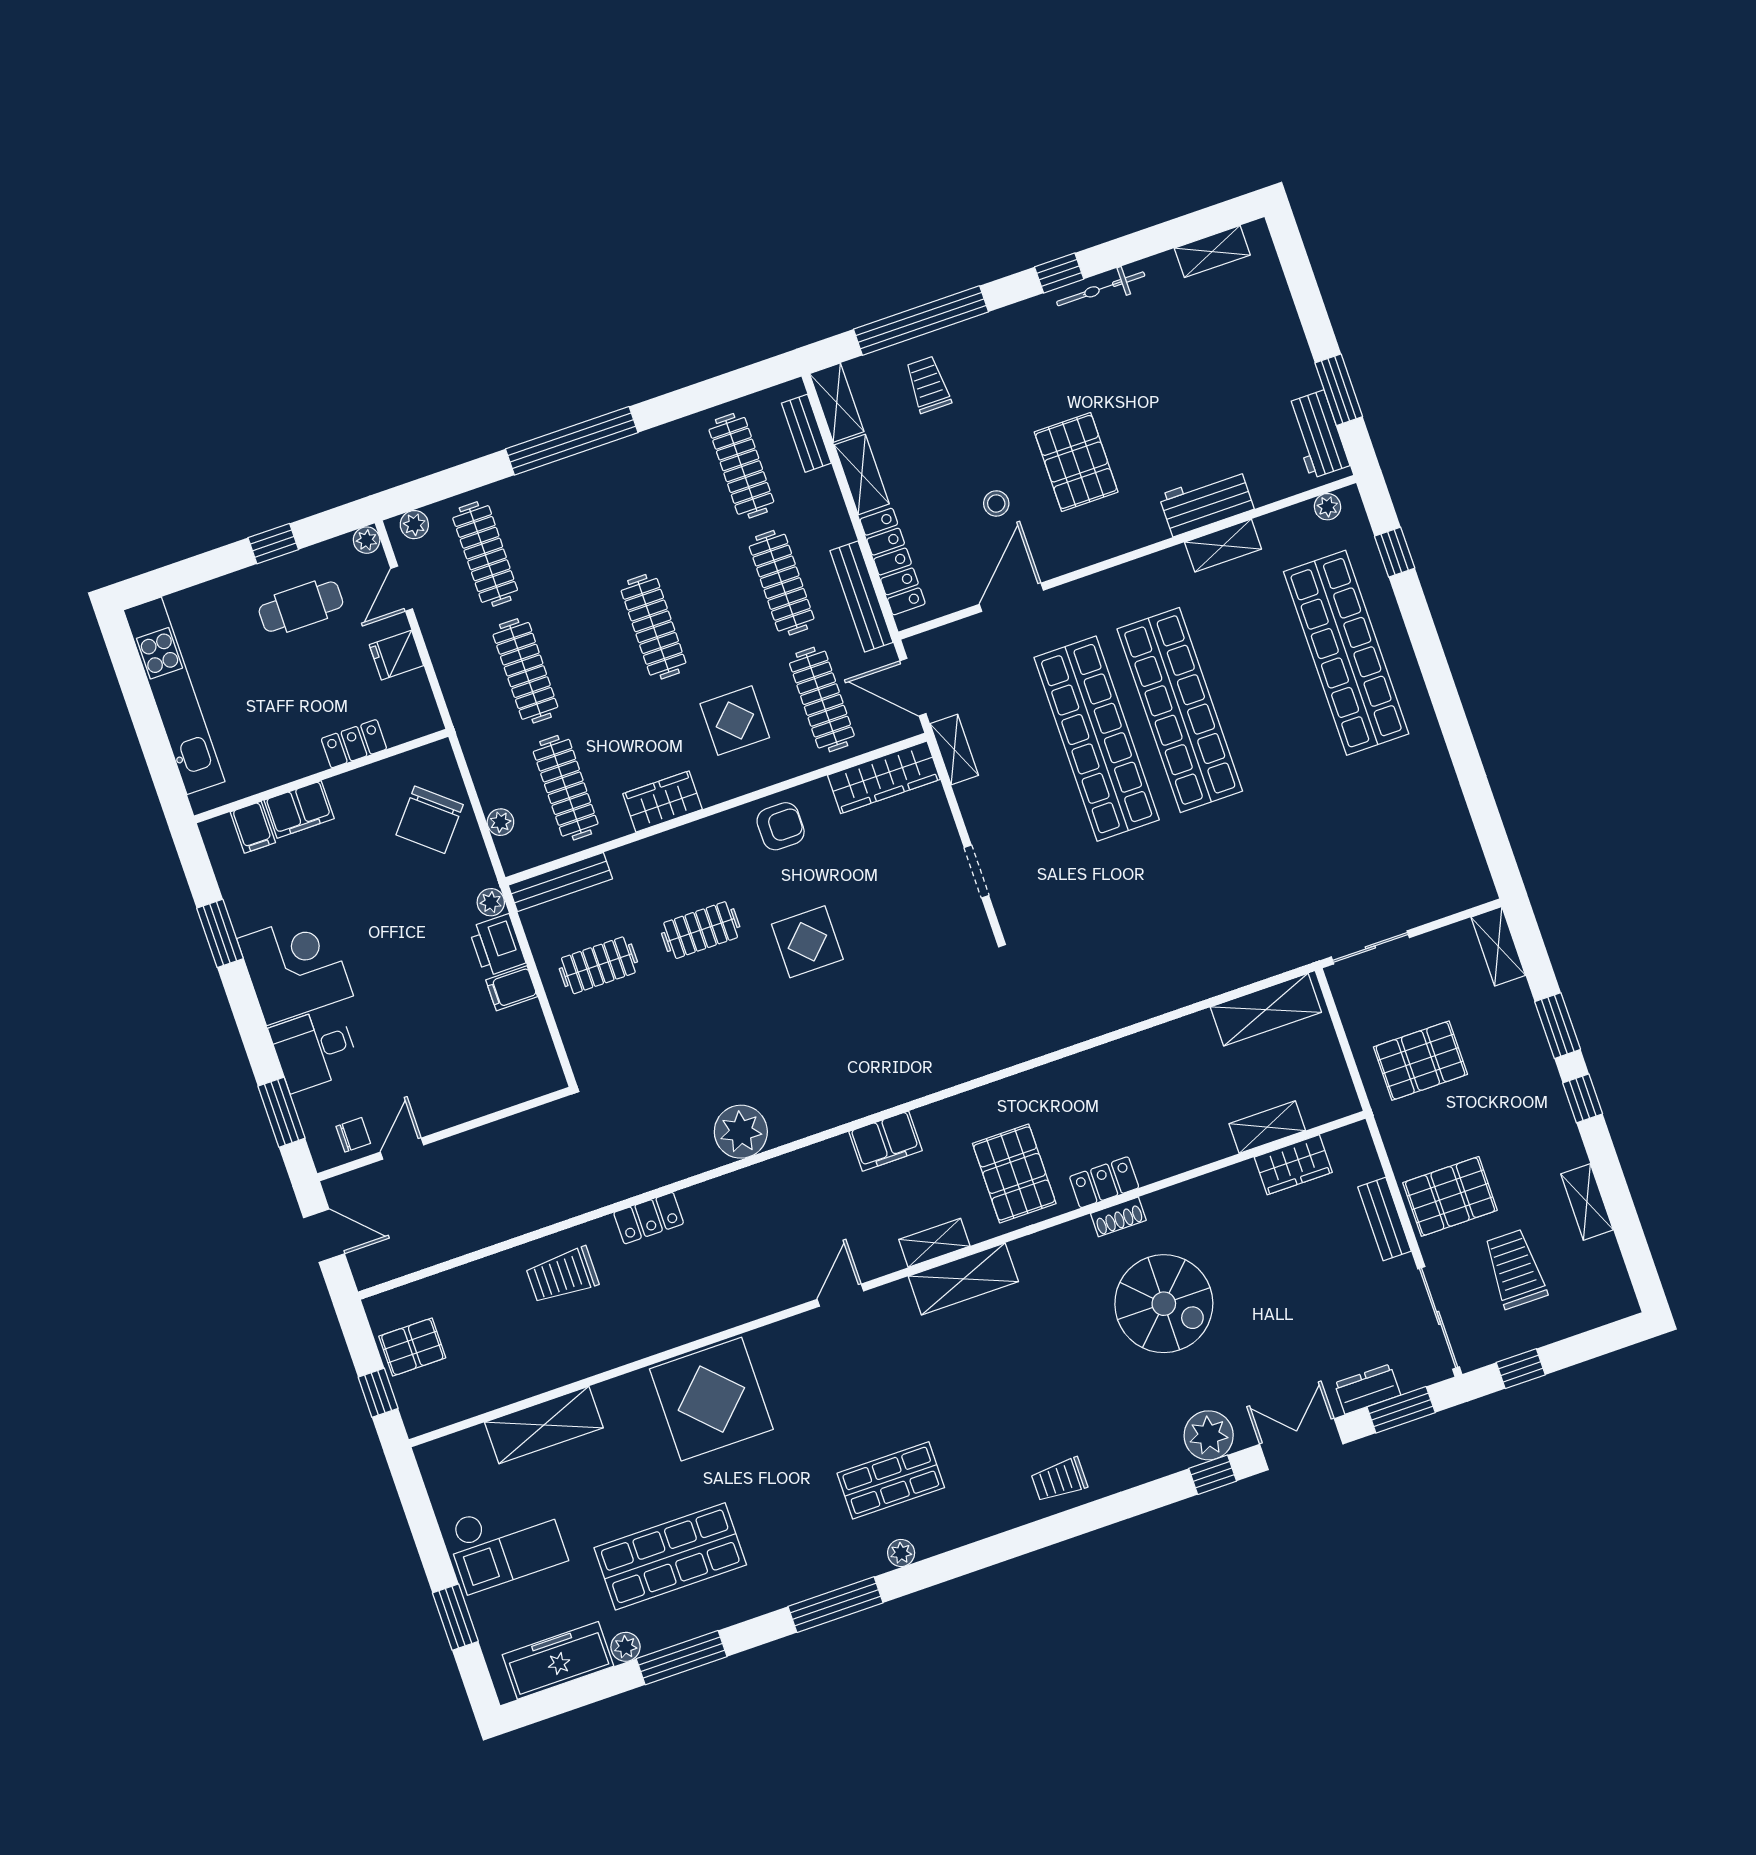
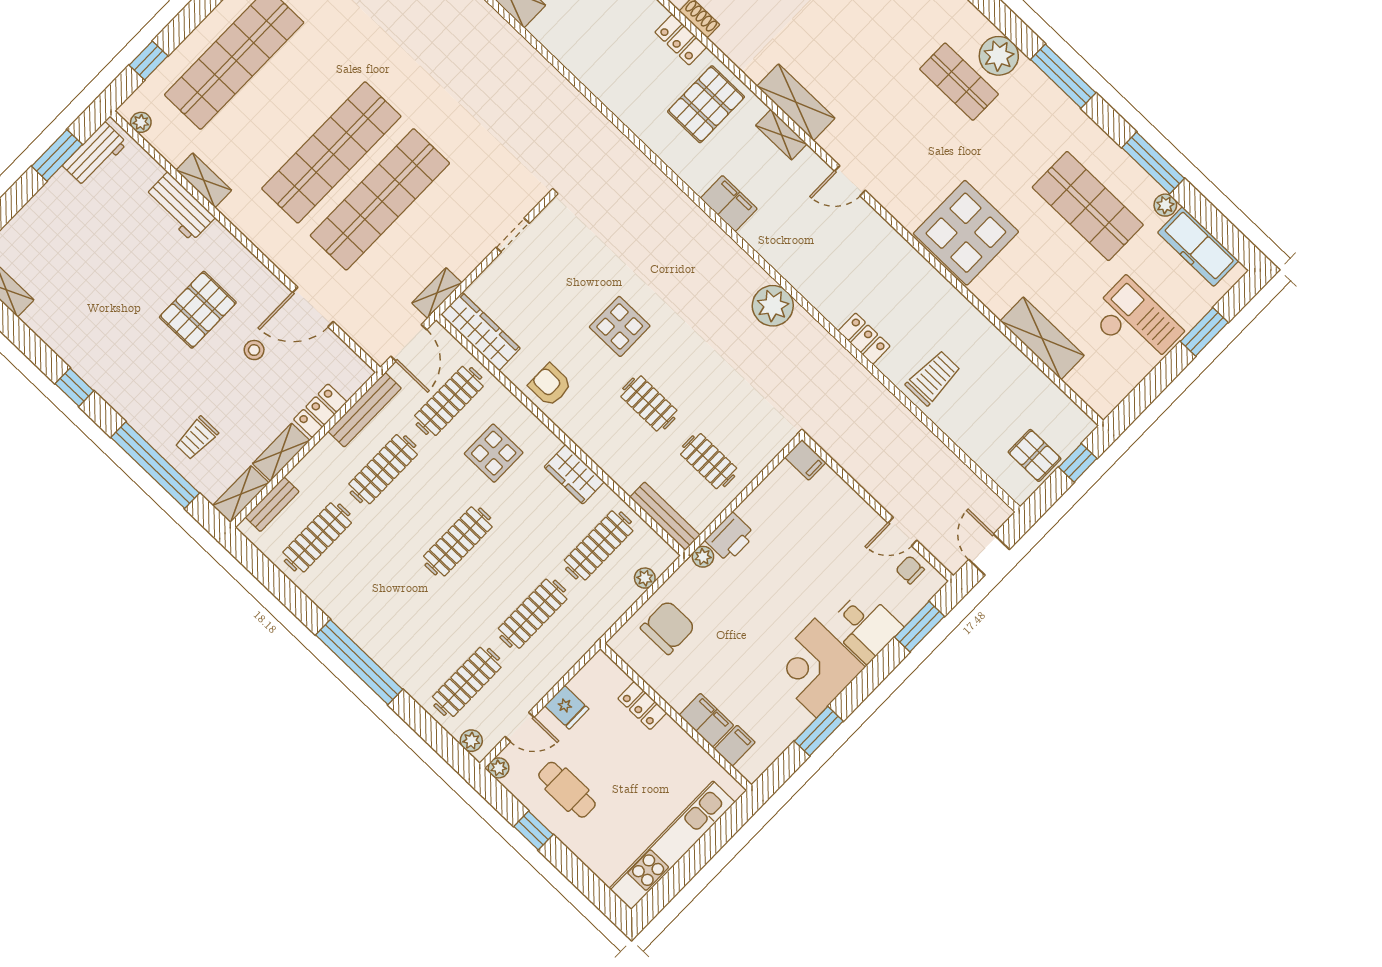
bicycle: (1101, 289) -> (71, 353), removed
locker: (893, 562) -> (320, 411), width x0.66
chair: (430, 820) -> (668, 627), turned -40
filing cabinet: (512, 988) -> (805, 460), moved
trolley: (562, 1275) -> (933, 378), turned -90
plant: (901, 1553) -> (999, 56), width x1.88, depth x1.88

